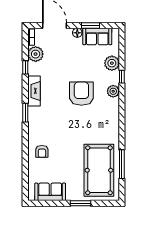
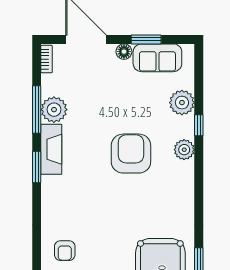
plant: (36, 54) -> (54, 110), moved
window: (25, 67) -> (37, 109), width x2.17
window: (25, 113) -> (37, 167), moved

